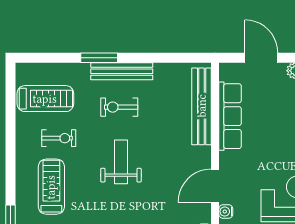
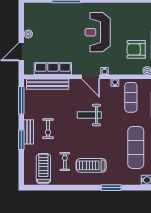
window: (172, 58) -> (21, 100), added
bench: (122, 71) -> (29, 132), width x0.73
weight bench: (121, 162) -> (89, 115), moved

